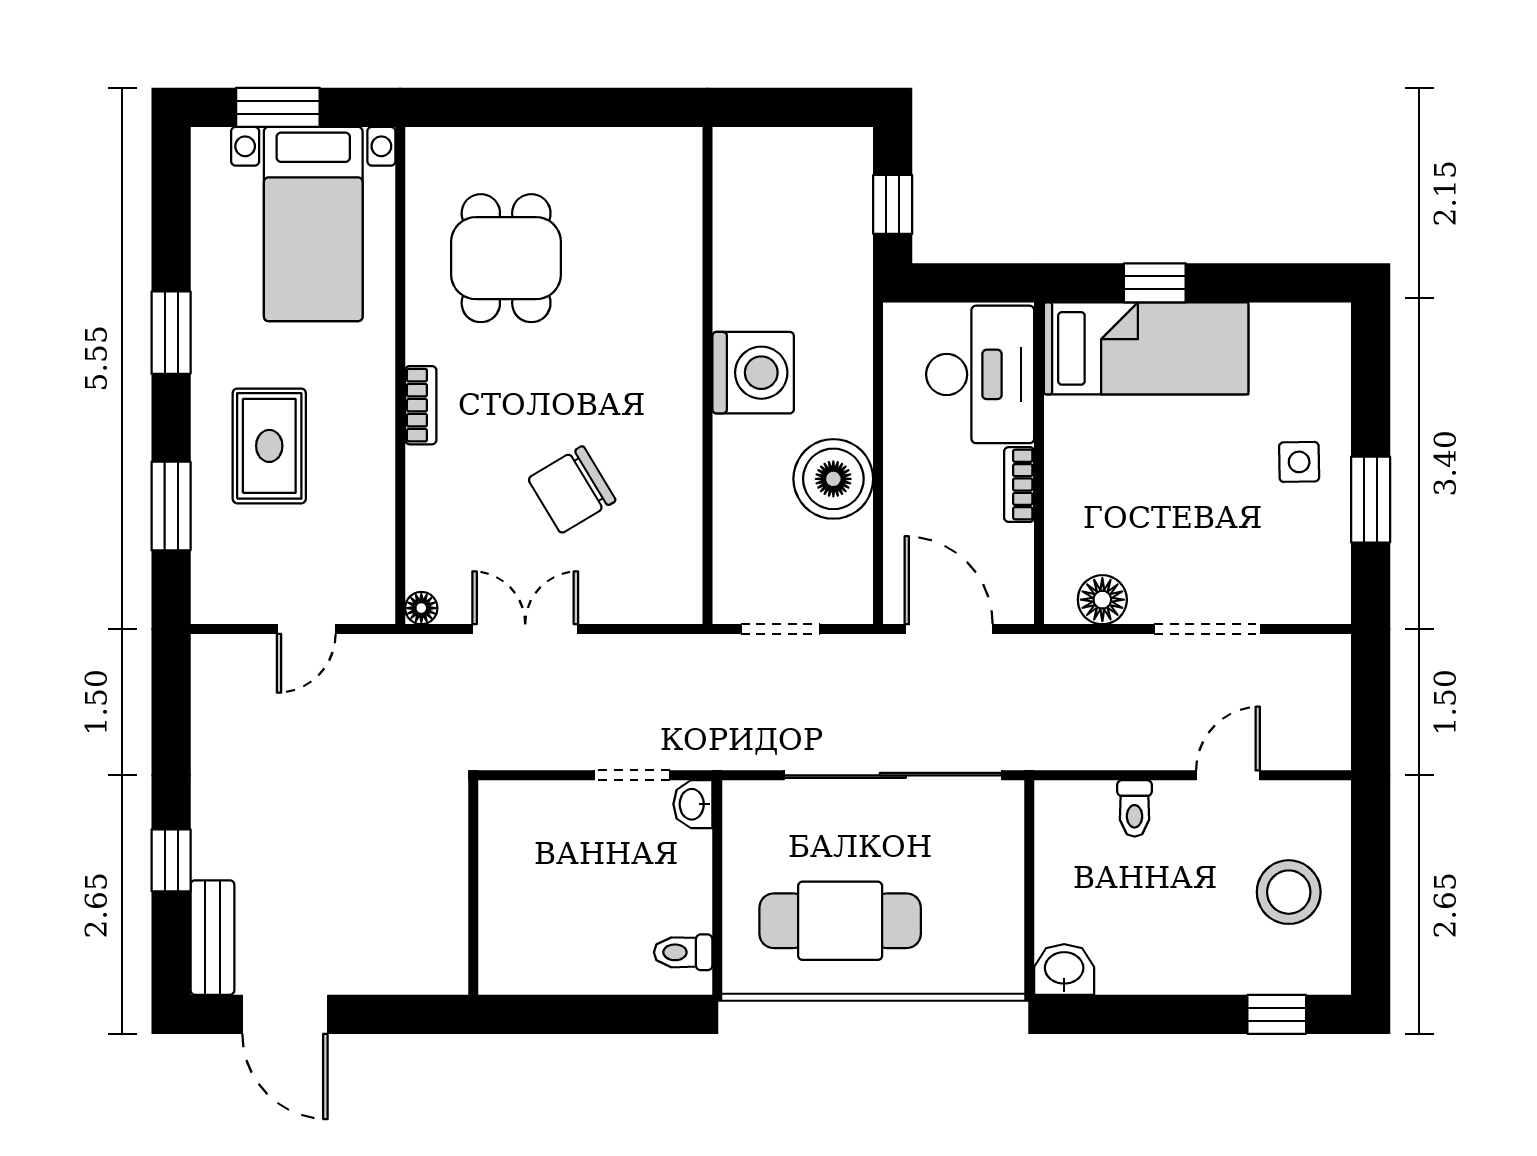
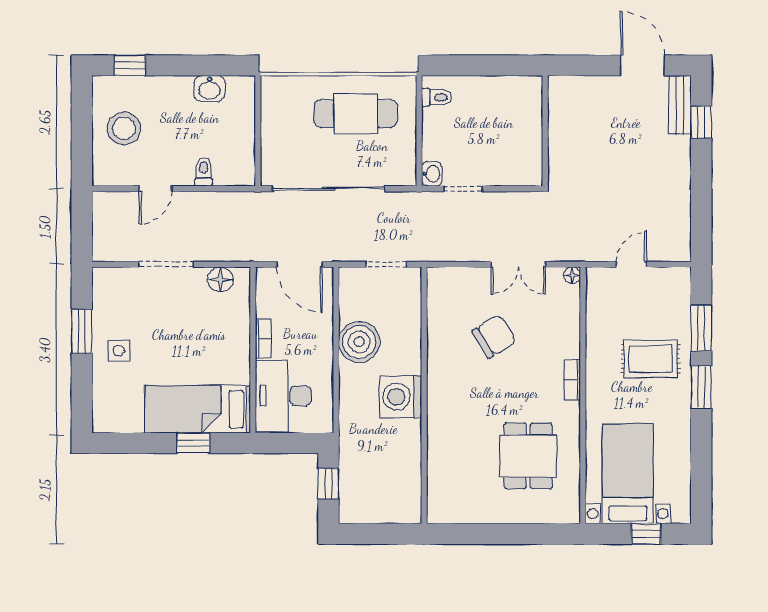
window: (278, 107) -> (646, 534), width x0.67
window: (171, 333) -> (701, 387), moved
rug: (269, 446) -> (651, 359), turned 90
window: (171, 860) -> (701, 122), moved
washbasin: (1064, 969) -> (209, 89), moved

